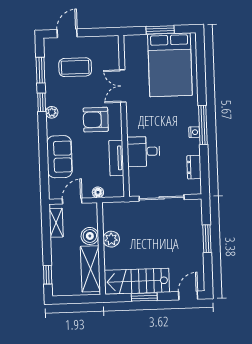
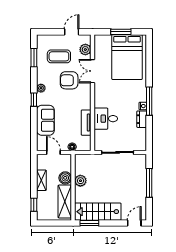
door: (67, 33) -> (72, 32), moved
plant: (112, 56) -> (85, 50), added
window: (42, 102) -> (34, 100), moved
armchair: (96, 120) -> (69, 80), moved
dresser: (194, 167) -> (142, 119), moved
door: (72, 201) -> (53, 152), hinge flipped
shelving: (56, 223) -> (41, 180), moved
window: (207, 239) -> (149, 183), width x1.44
window: (144, 297) -> (89, 223), moved

